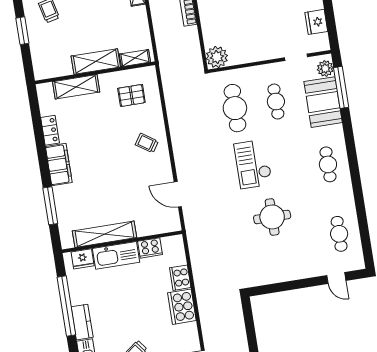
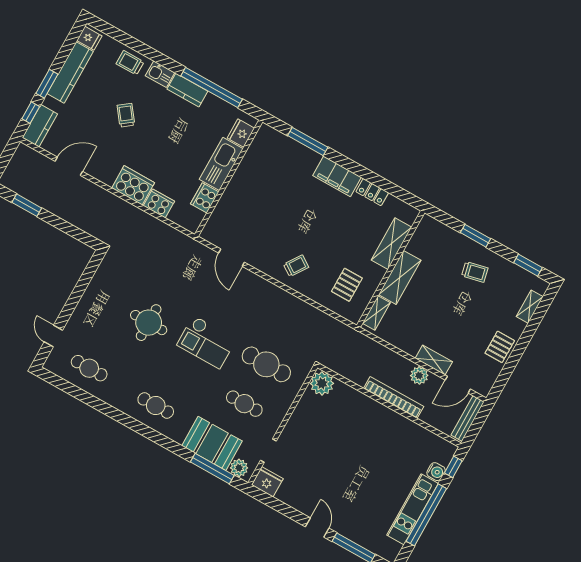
fridge: (316, 22) -> (267, 482), moved
checkout: (253, 164) -> (207, 342), turned 180
door: (178, 194) -> (231, 258), swing flipped
shelving: (104, 234) -> (247, 168), removed
door: (336, 278) -> (53, 336), hinge flipped

